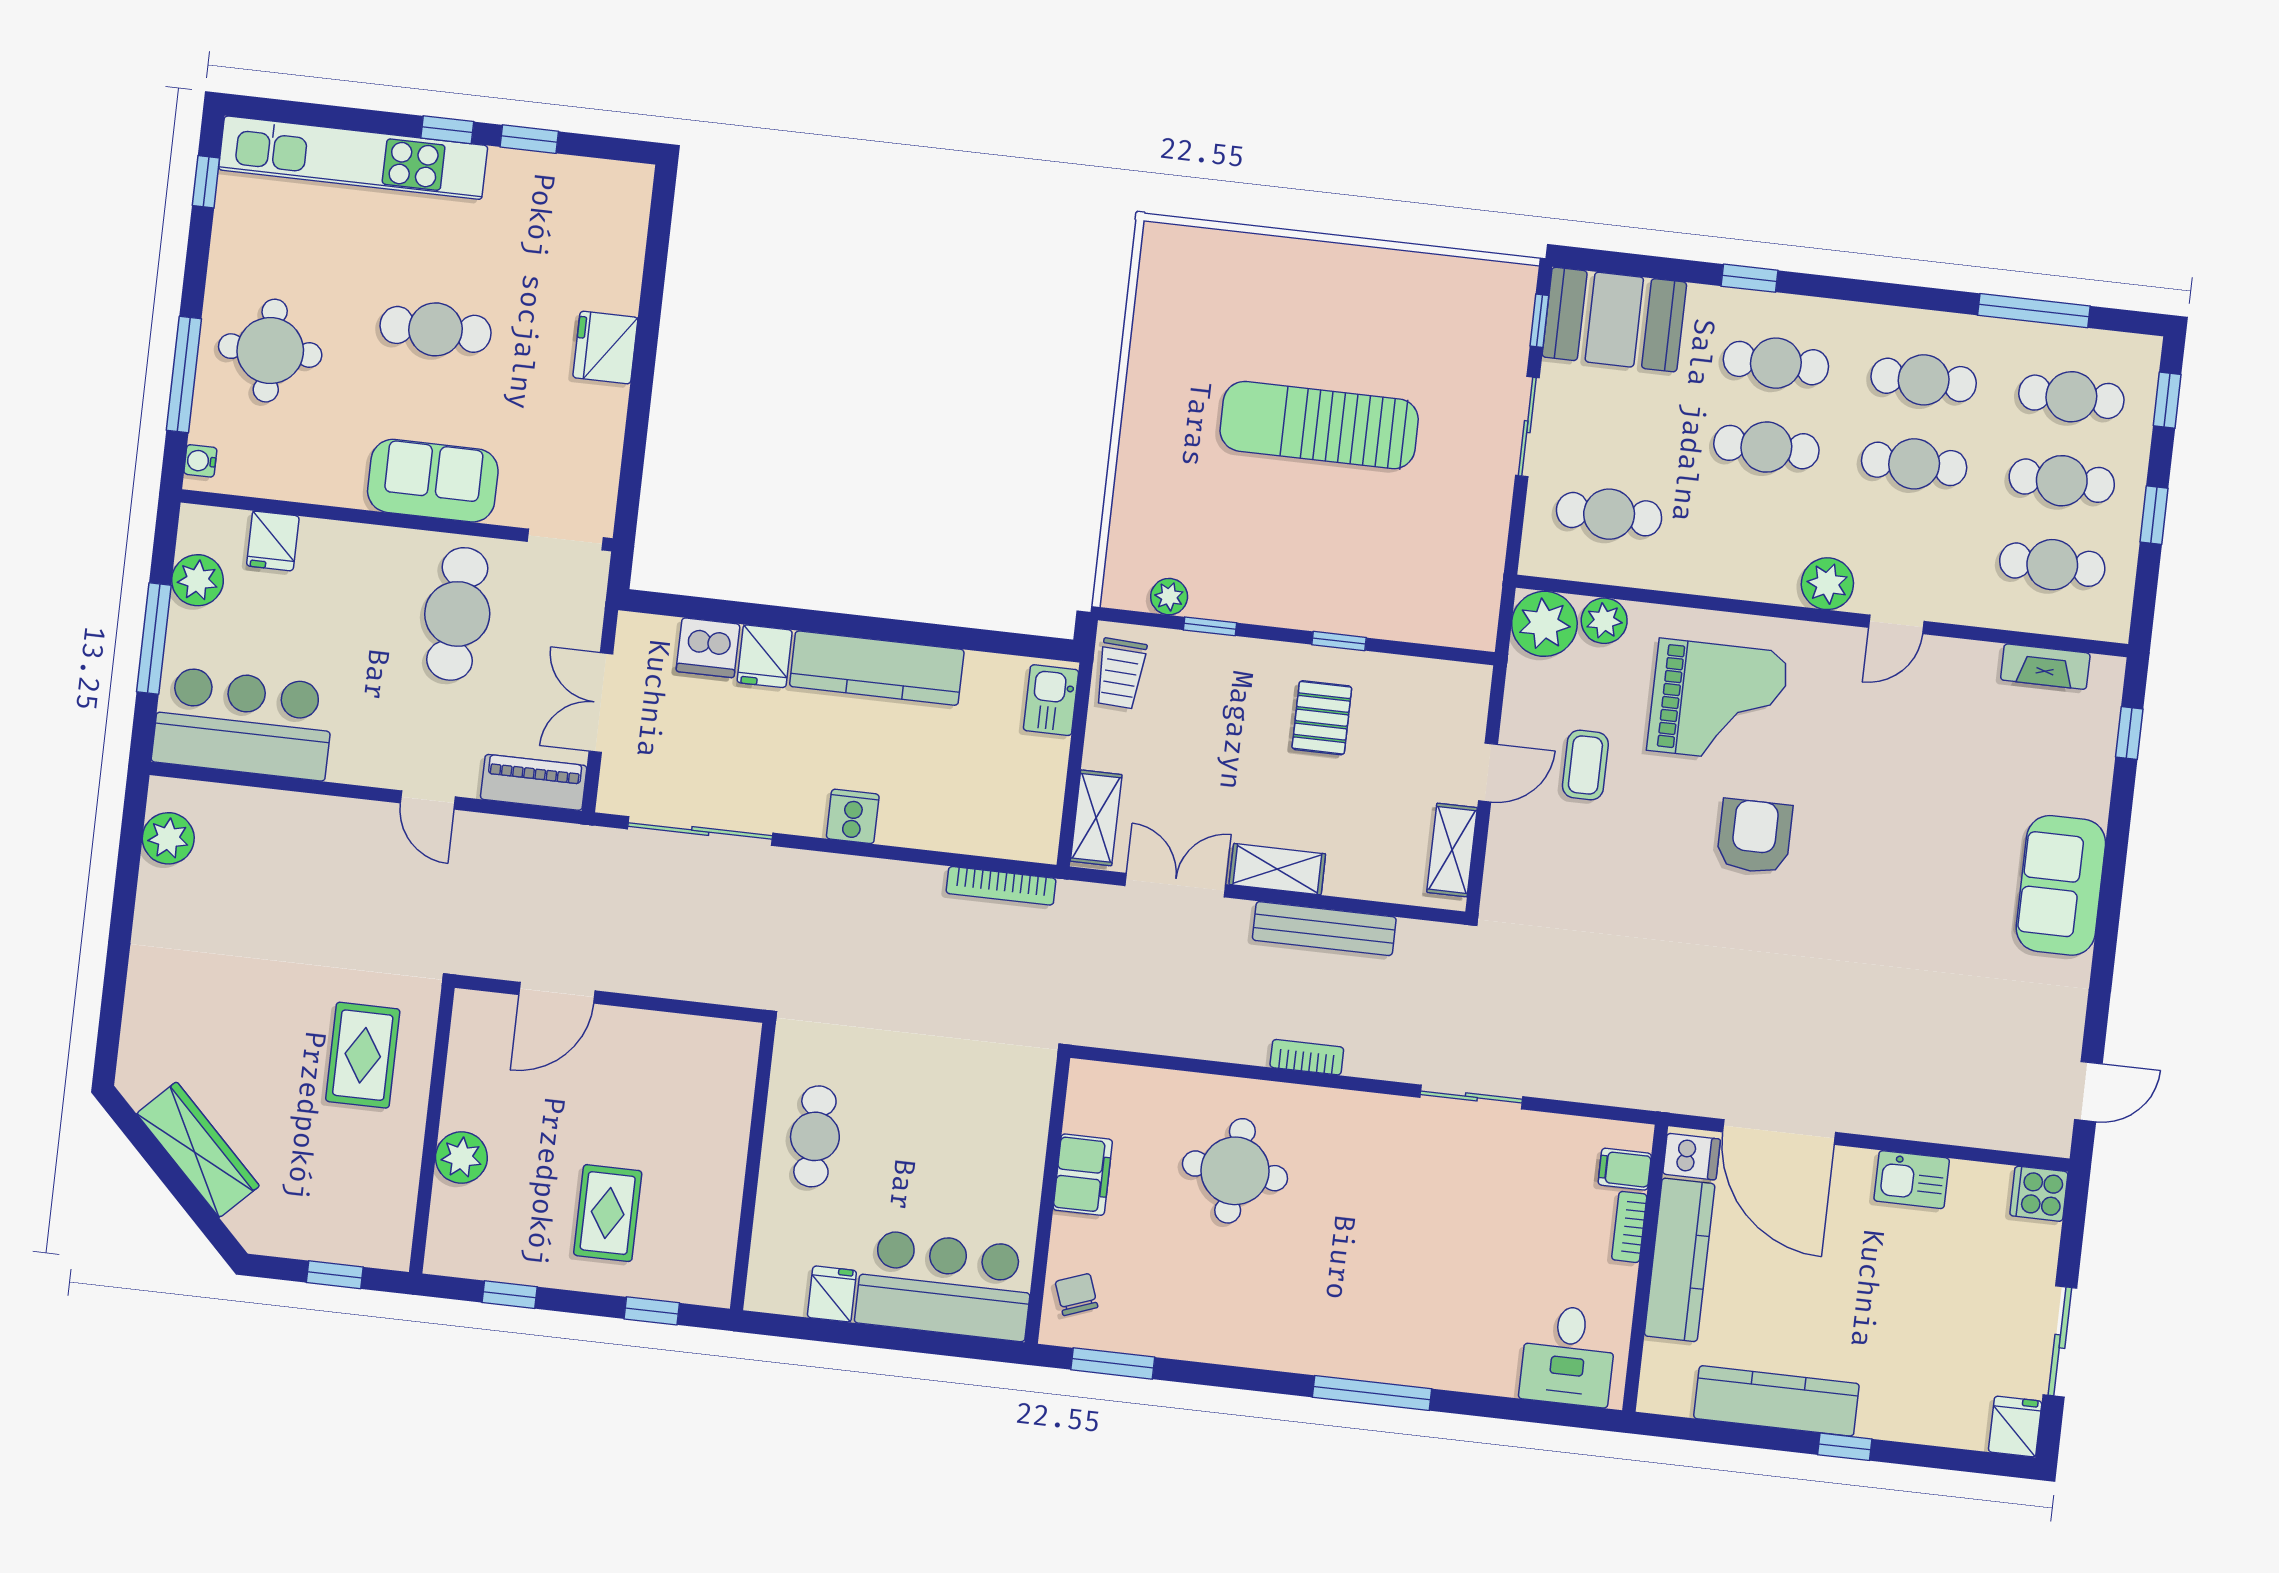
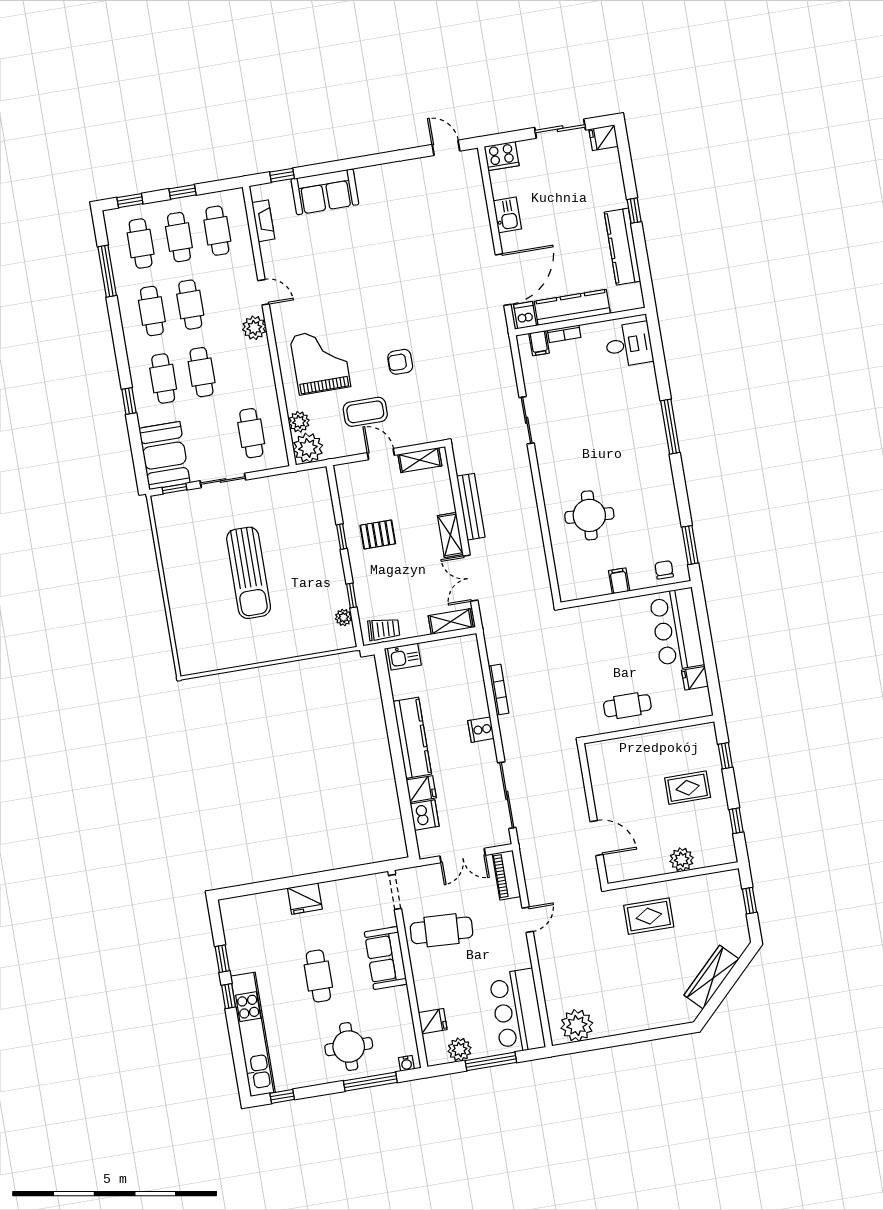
coffee table: (1585, 765) -> (365, 412), width x1.36, depth x1.30
armchair: (1754, 836) -> (400, 362), moved, width x0.72, depth x0.72
plant: (168, 838) -> (577, 1025), width x1.36, depth x1.36
sofa: (2061, 885) -> (325, 192), moved
bookcase: (1001, 886) -> (499, 690), moved
bookcase: (1307, 1057) -> (530, 498), removed
filing cabinet: (1083, 1175) -> (619, 581), width x0.50
cooker: (2039, 1194) -> (502, 156), width x1.36
chair: (1076, 1294) -> (664, 570), turned 110

